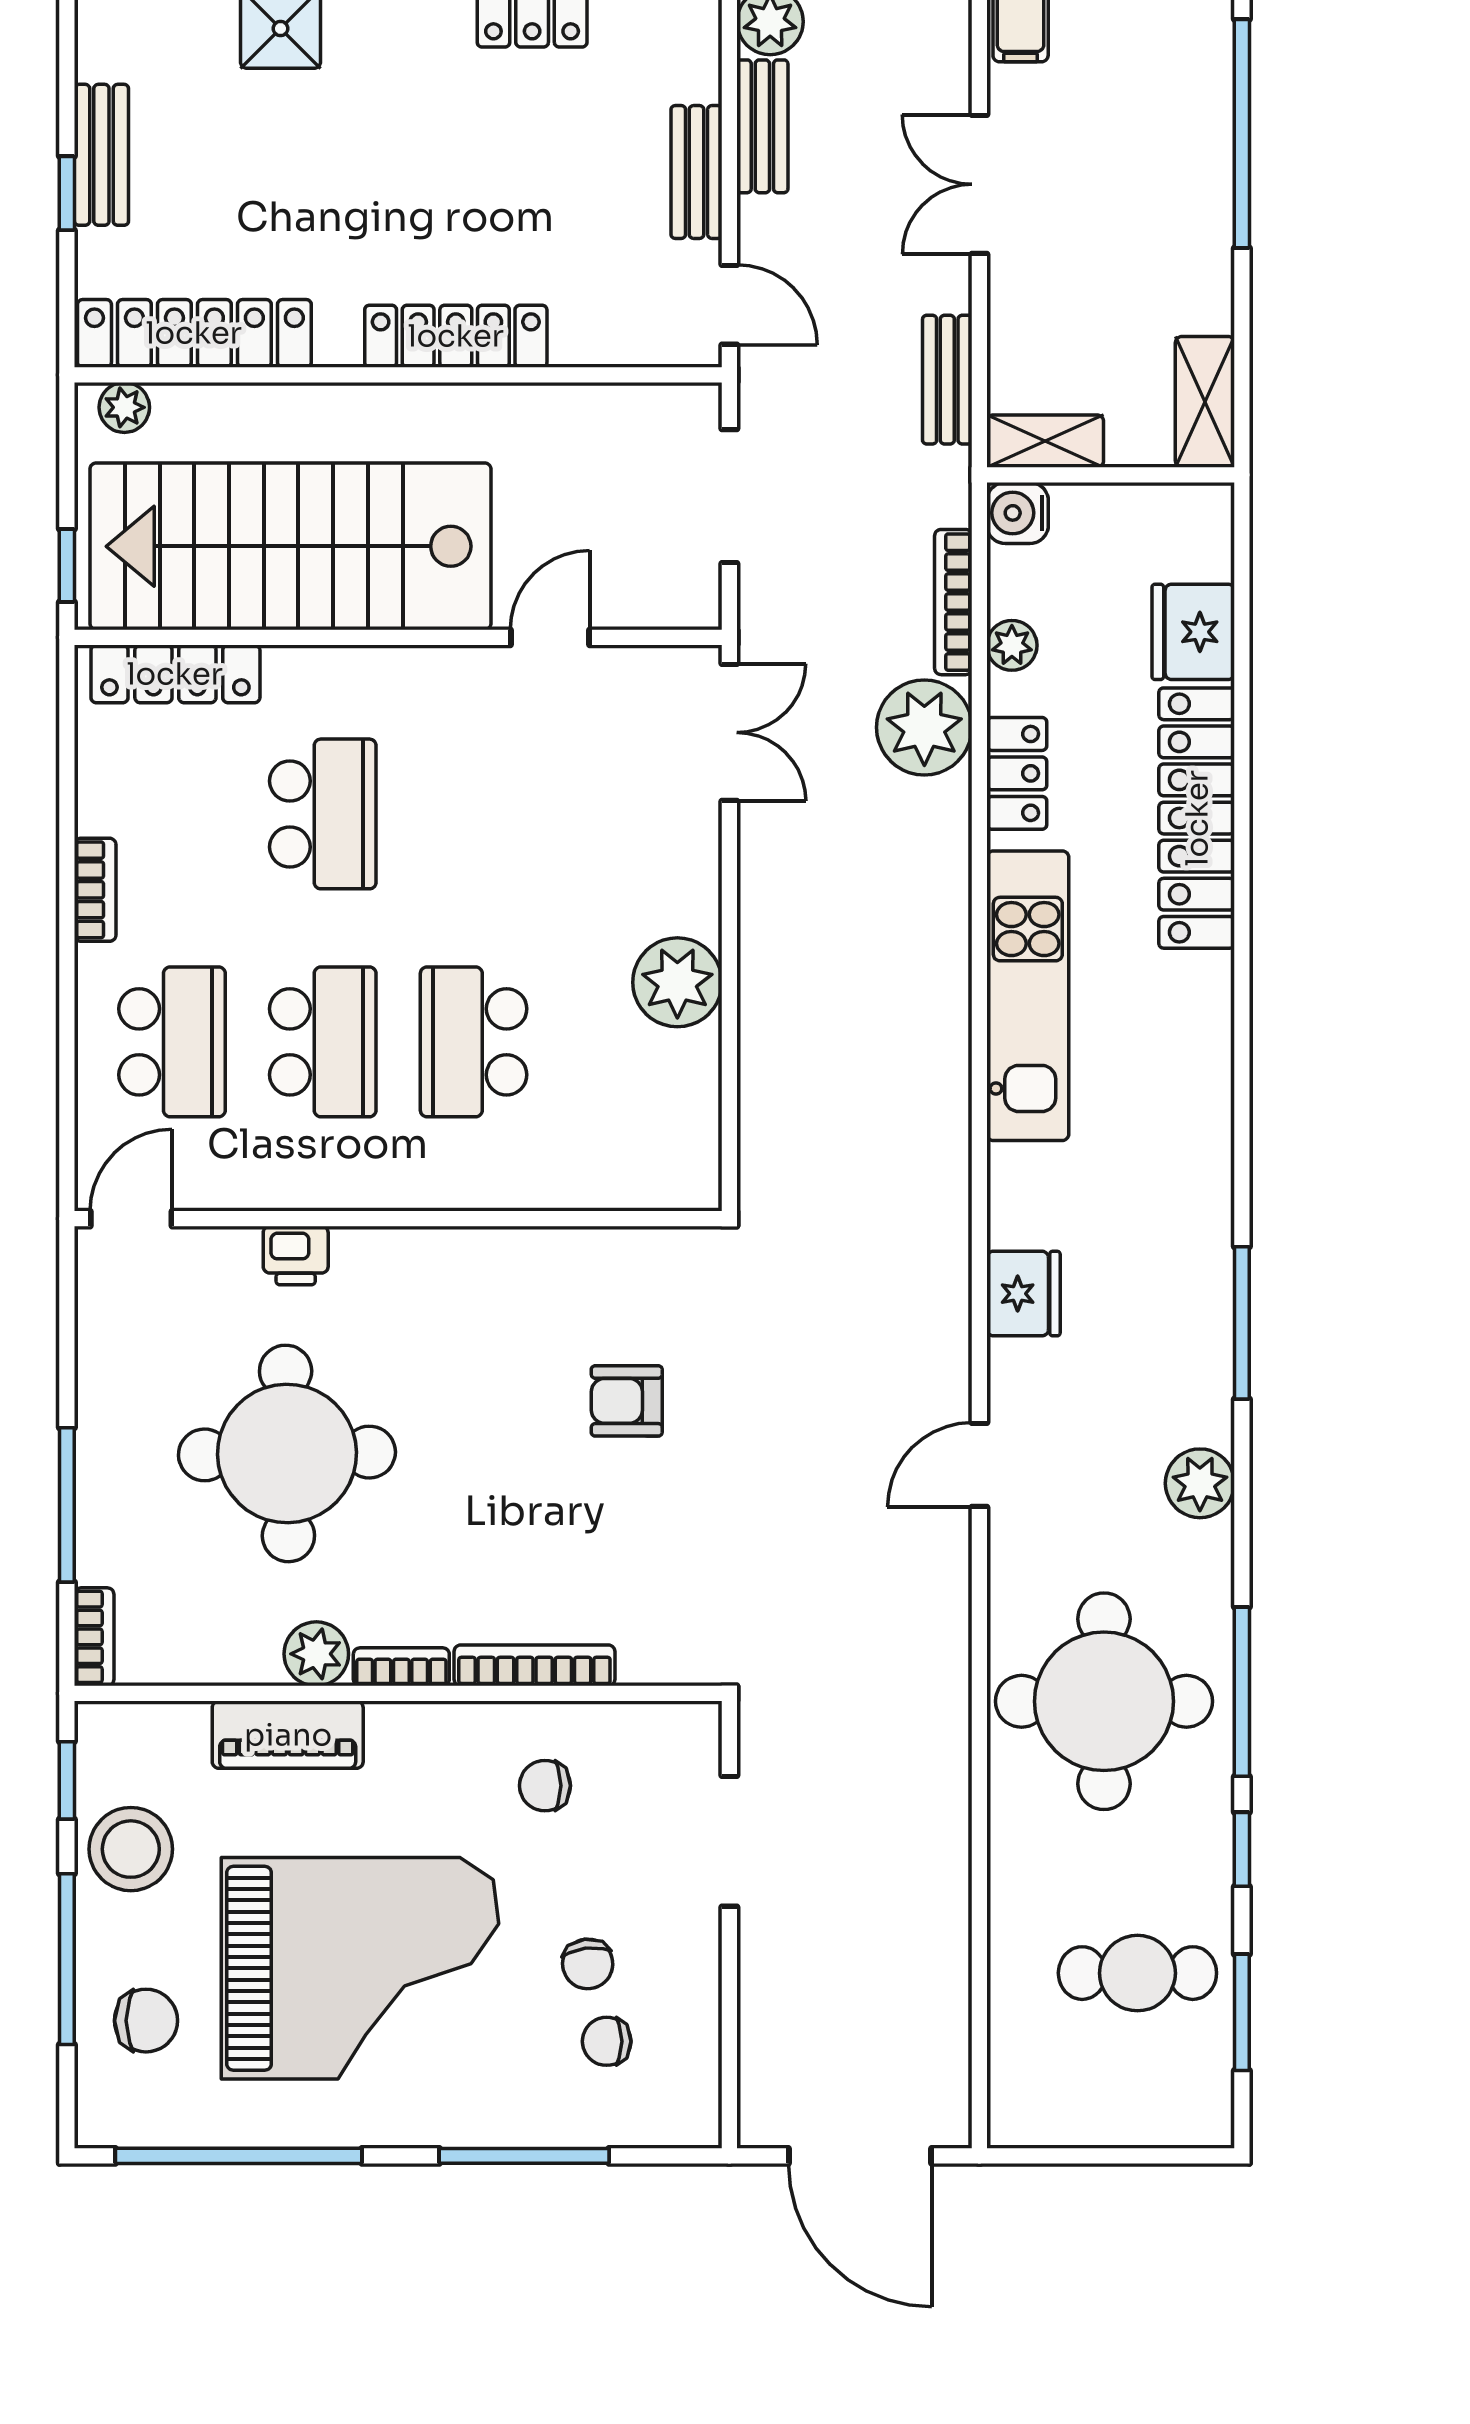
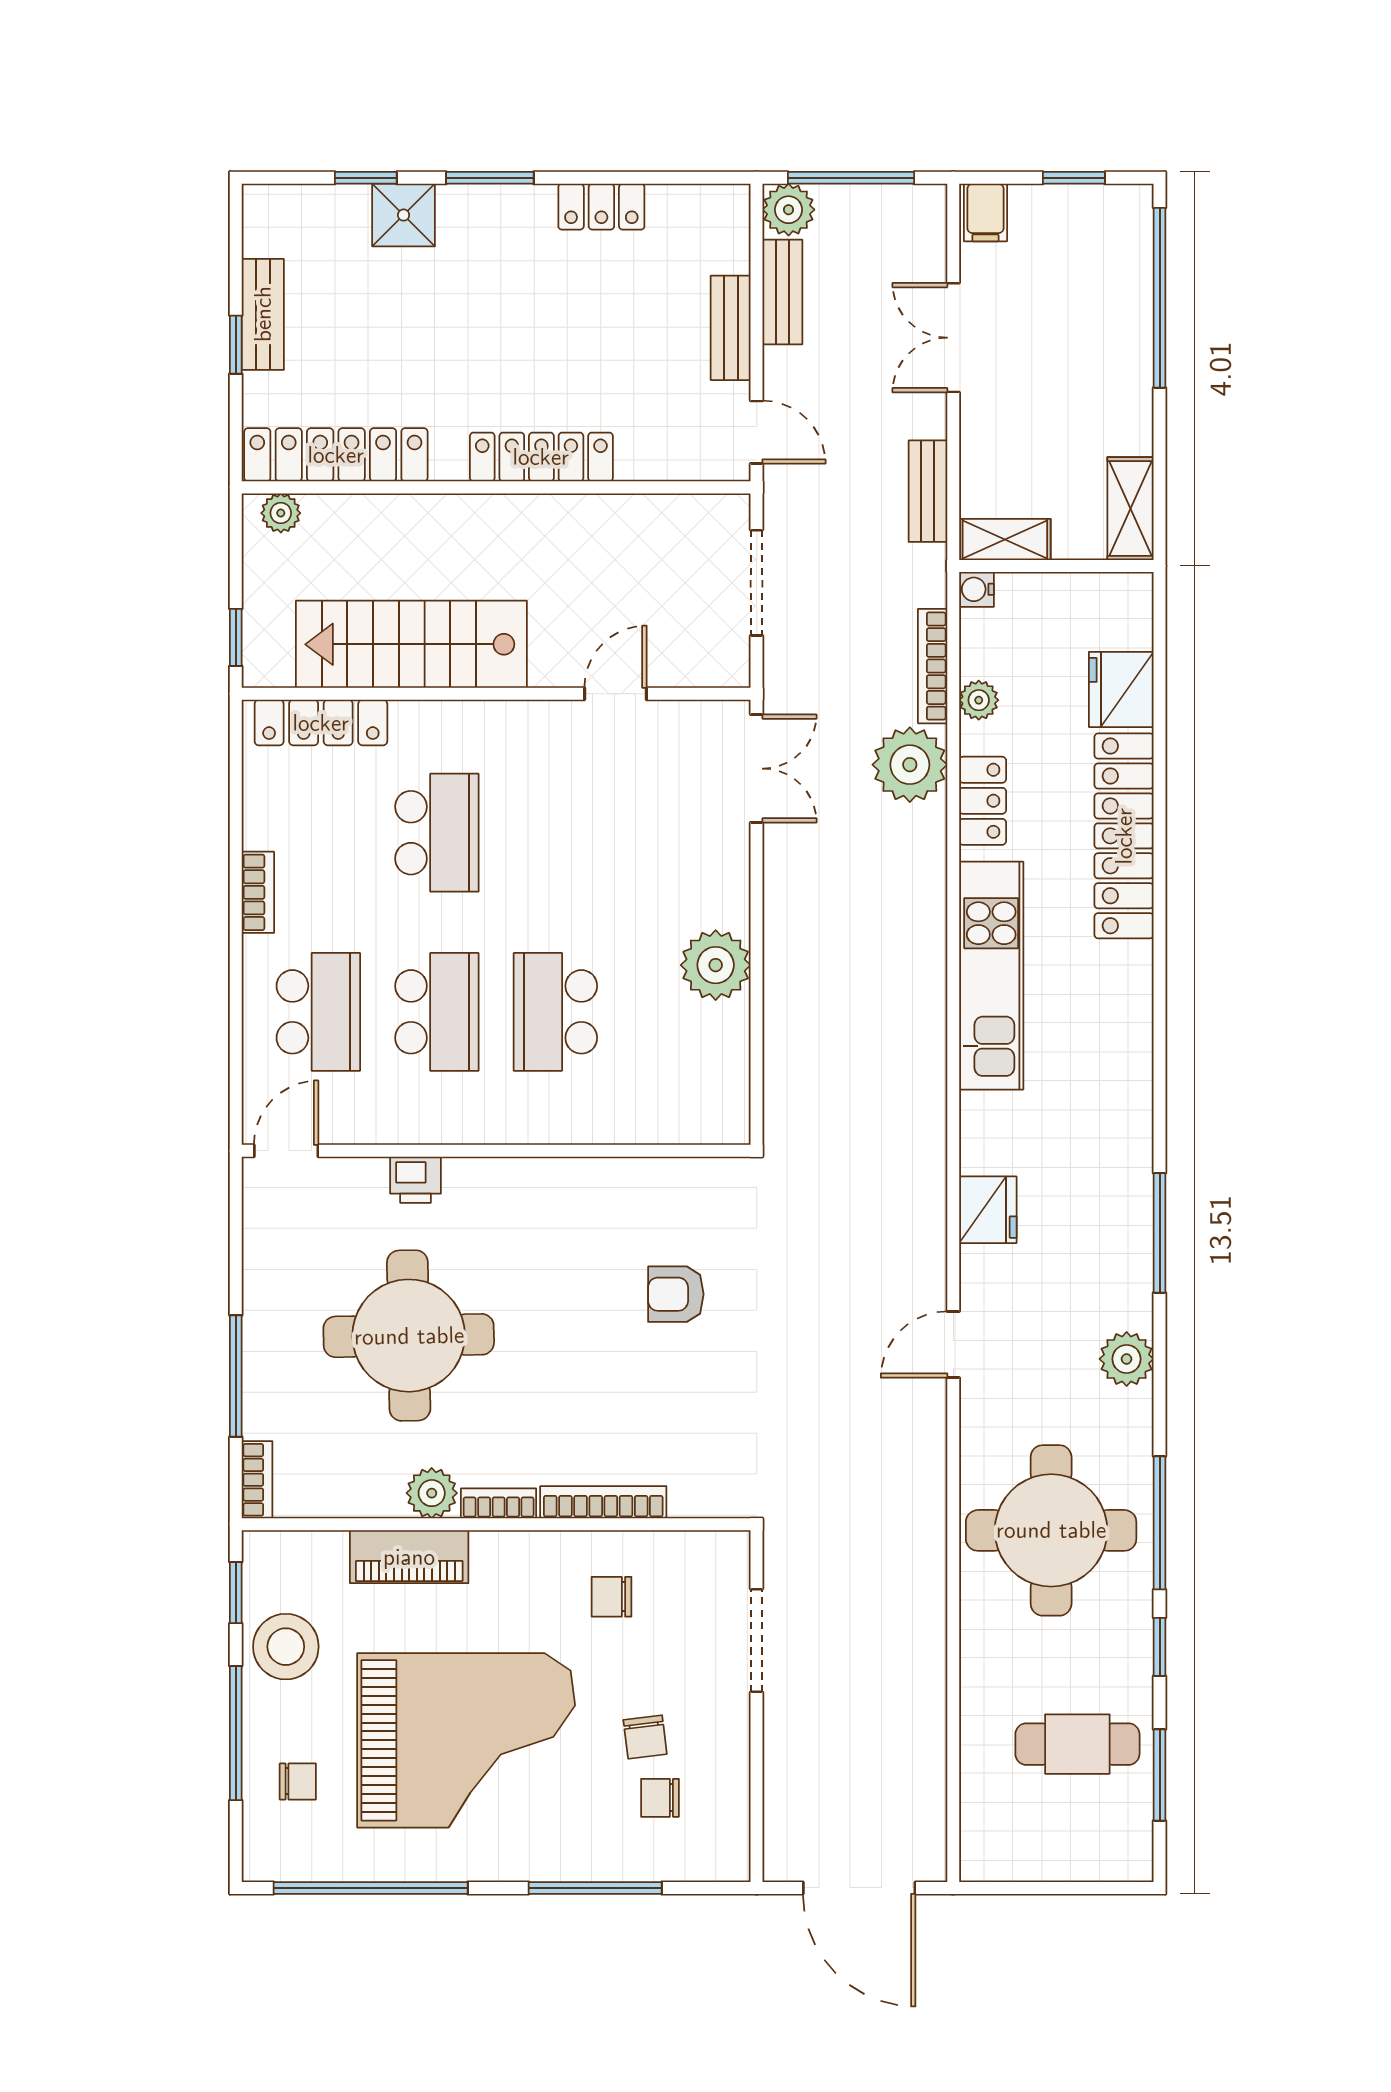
water cooler: (1018, 513) -> (976, 589), width x0.72, depth x0.72
stairs: (290, 546) -> (411, 644), width x0.73, depth x0.66
chair: (146, 2021) -> (298, 1781), width x0.73, depth x0.73

